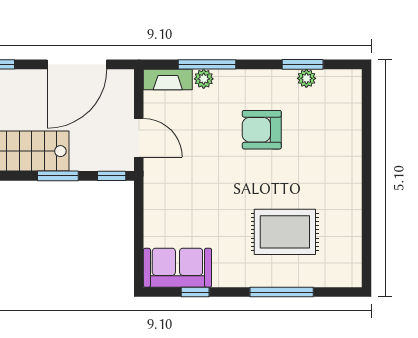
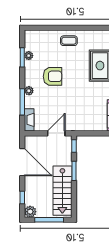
plant: (204, 79) -> (29, 91), moved
armchair: (262, 130) -> (52, 76), turned -90
coffee table: (339, 165) -> (69, 41), added

